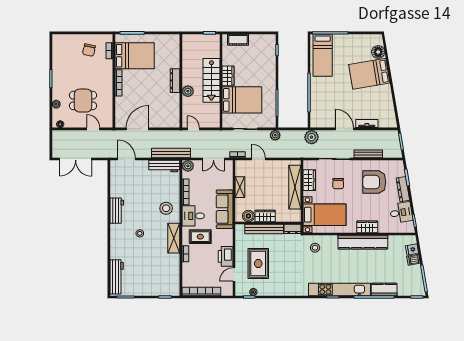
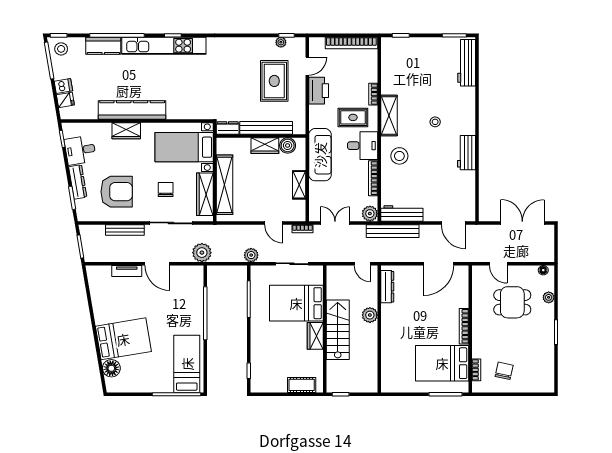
dresser: (175, 81) -> (387, 287), moved
wardrobe: (309, 180) -> (205, 194), width x1.50
stool: (315, 248) -> (61, 49), moved

